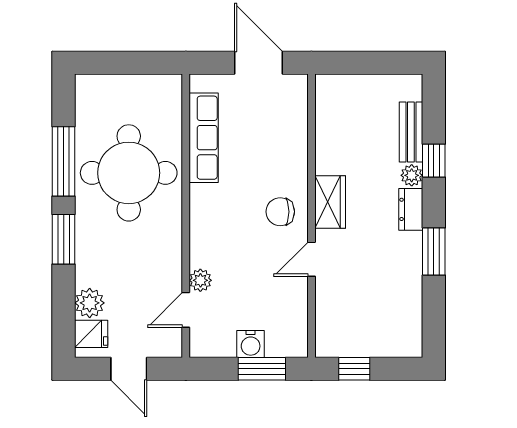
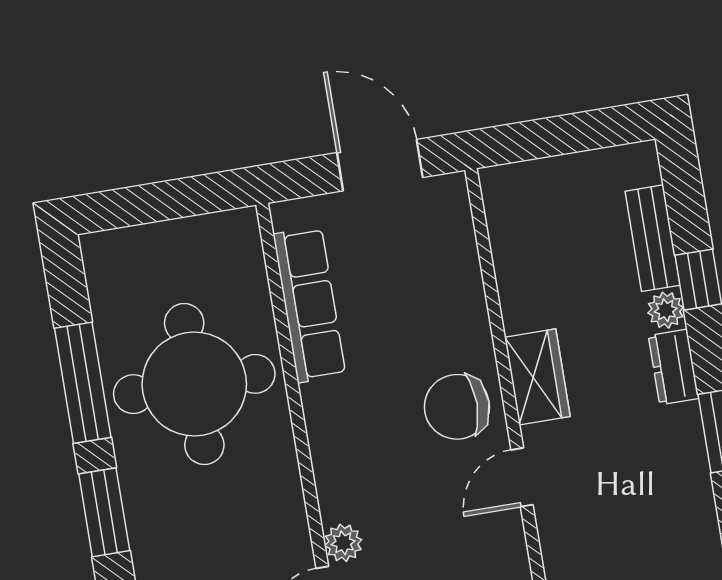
chair: (280, 212) -> (457, 407), width x1.37, depth x1.37

